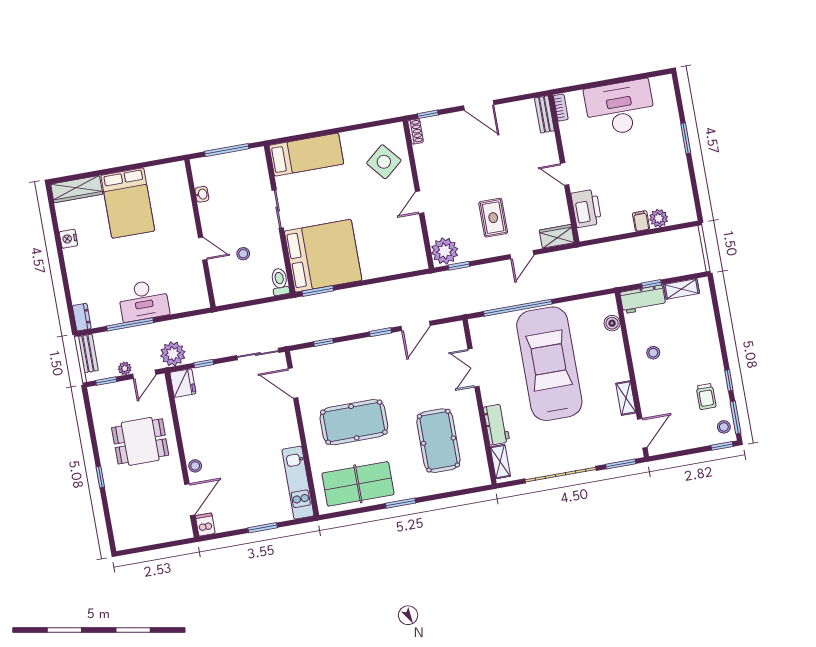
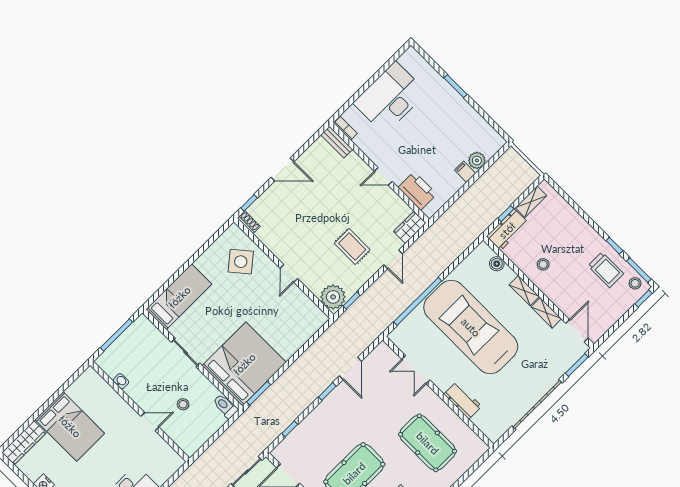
trolley: (706, 397) -> (606, 270), width x1.36, depth x1.39
shelving: (500, 462) -> (524, 291), moved

